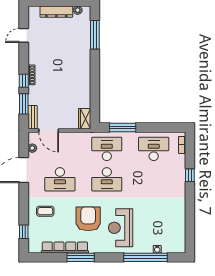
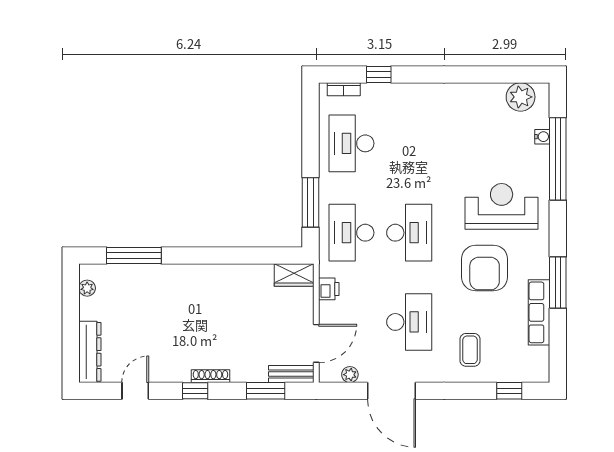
dresser: (56, 12) -> (90, 352), moved
door: (24, 35) -> (135, 391), swing flipped
window: (24, 81) -> (195, 391), moved
printer: (77, 137) -> (329, 289), added
window: (190, 175) -> (379, 75), moved
armchair: (88, 219) -> (485, 268), turned -90
reception desk: (121, 228) -> (502, 206), turned 180
plant: (178, 238) -> (521, 97), added
row of seats: (65, 247) -> (539, 312), width x0.73

